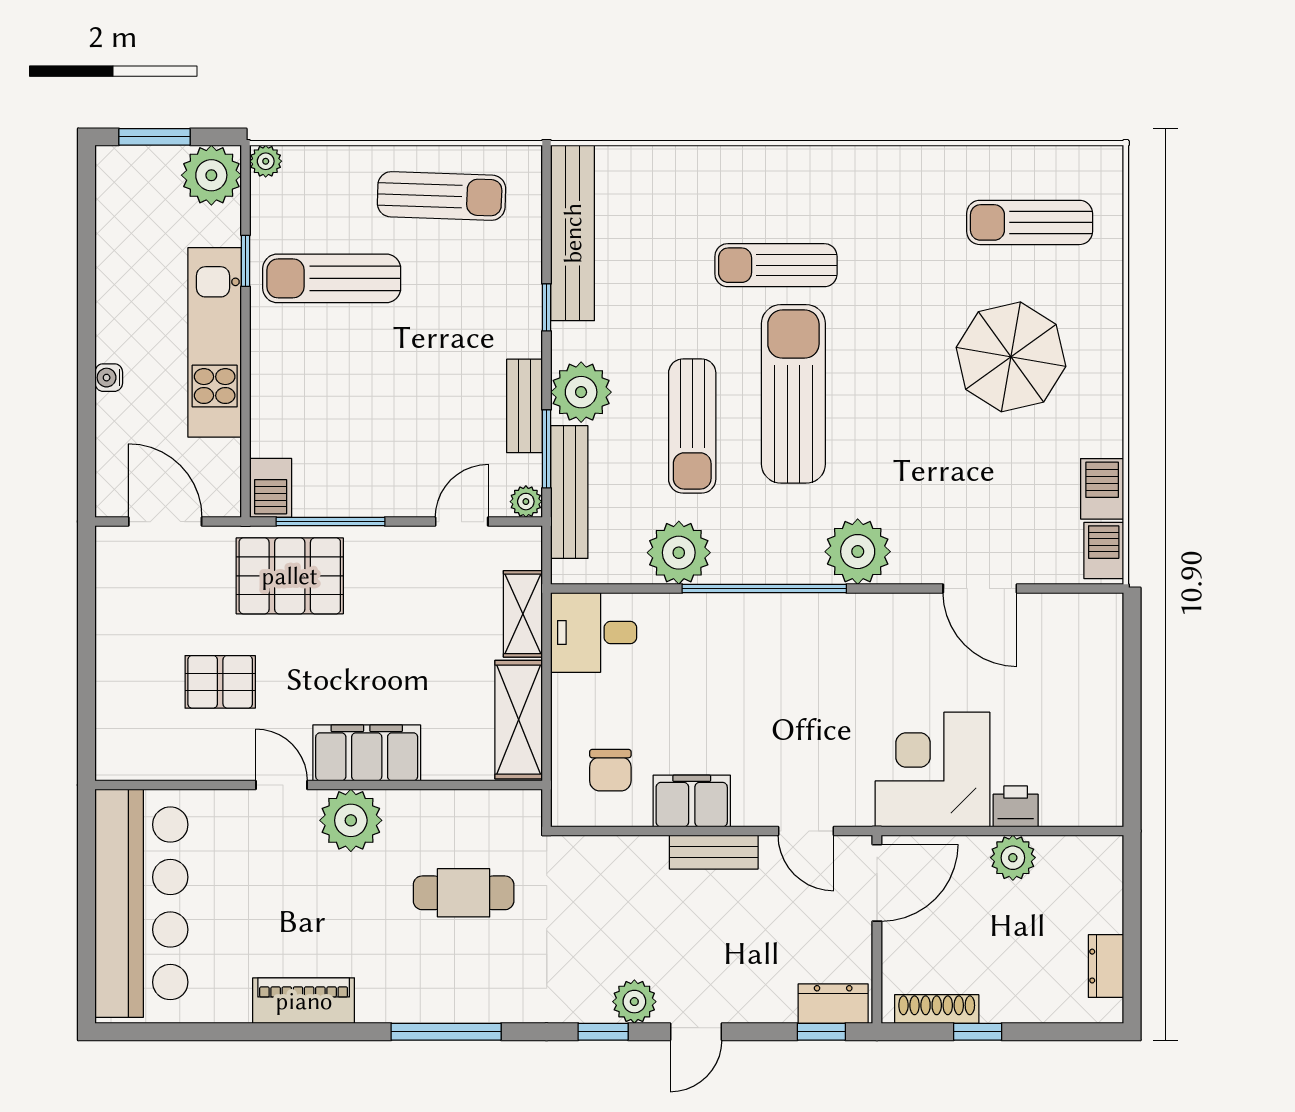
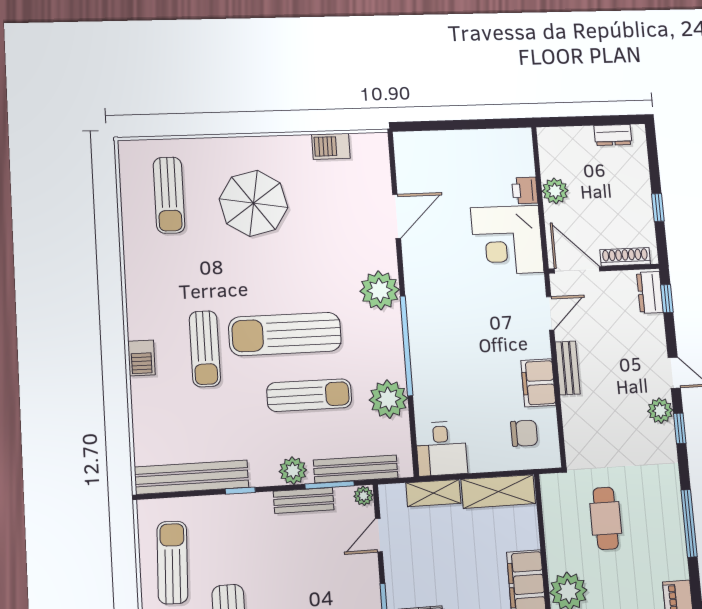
plant: (581, 392) -> (293, 471), width x0.73, depth x0.73
door: (462, 522) -> (379, 535), hinge flipped
barbecue: (1104, 550) -> (141, 358), moved, turned -90
shoe rack: (937, 1009) -> (625, 257), moved, turned 90

